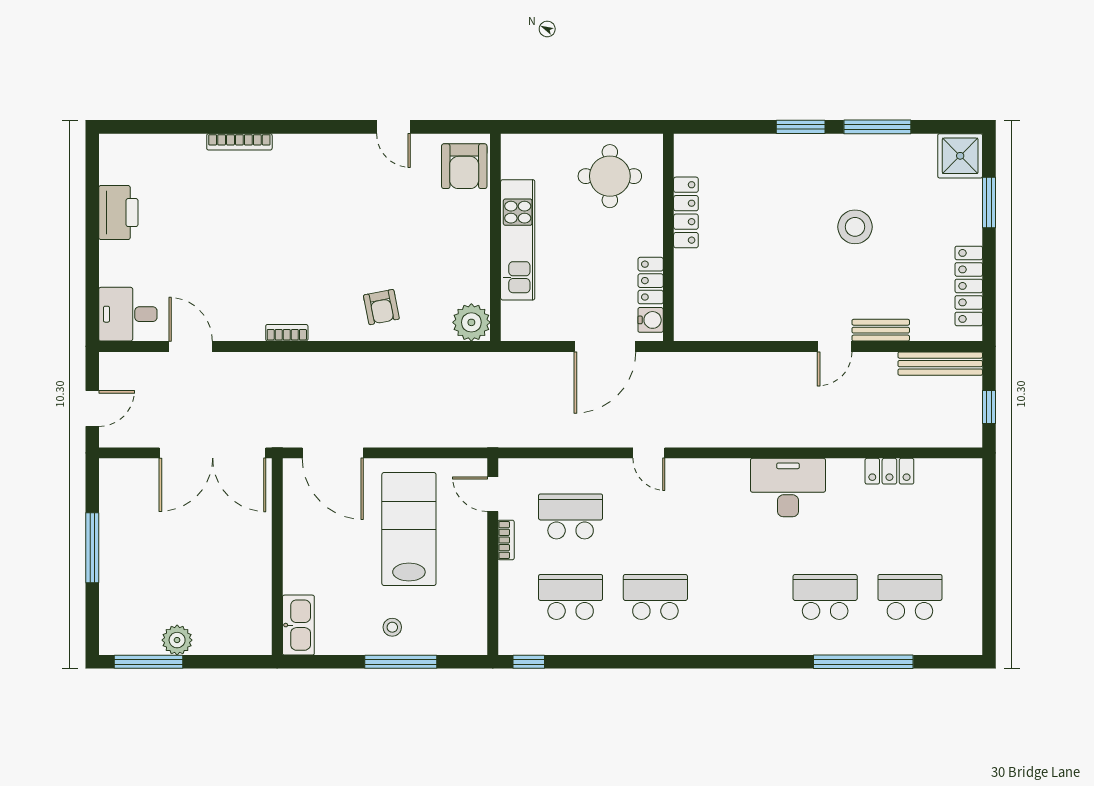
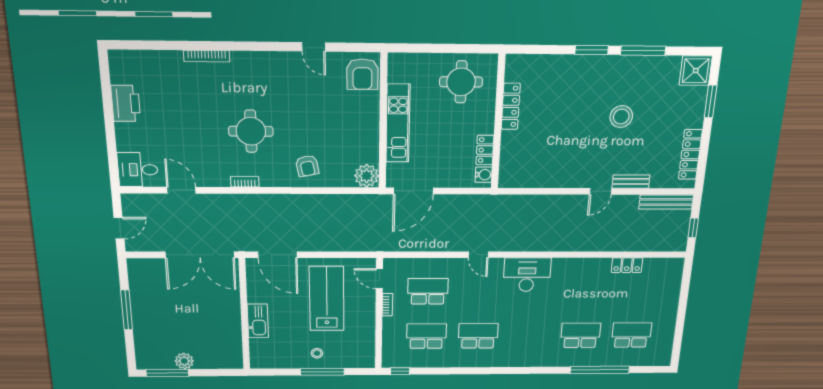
round table: (299, 253) -> (251, 131), added
door: (605, 346) -> (413, 191), moved
desk: (788, 488) -> (527, 275), moved
kitchen sink: (298, 625) -> (258, 321), moved

